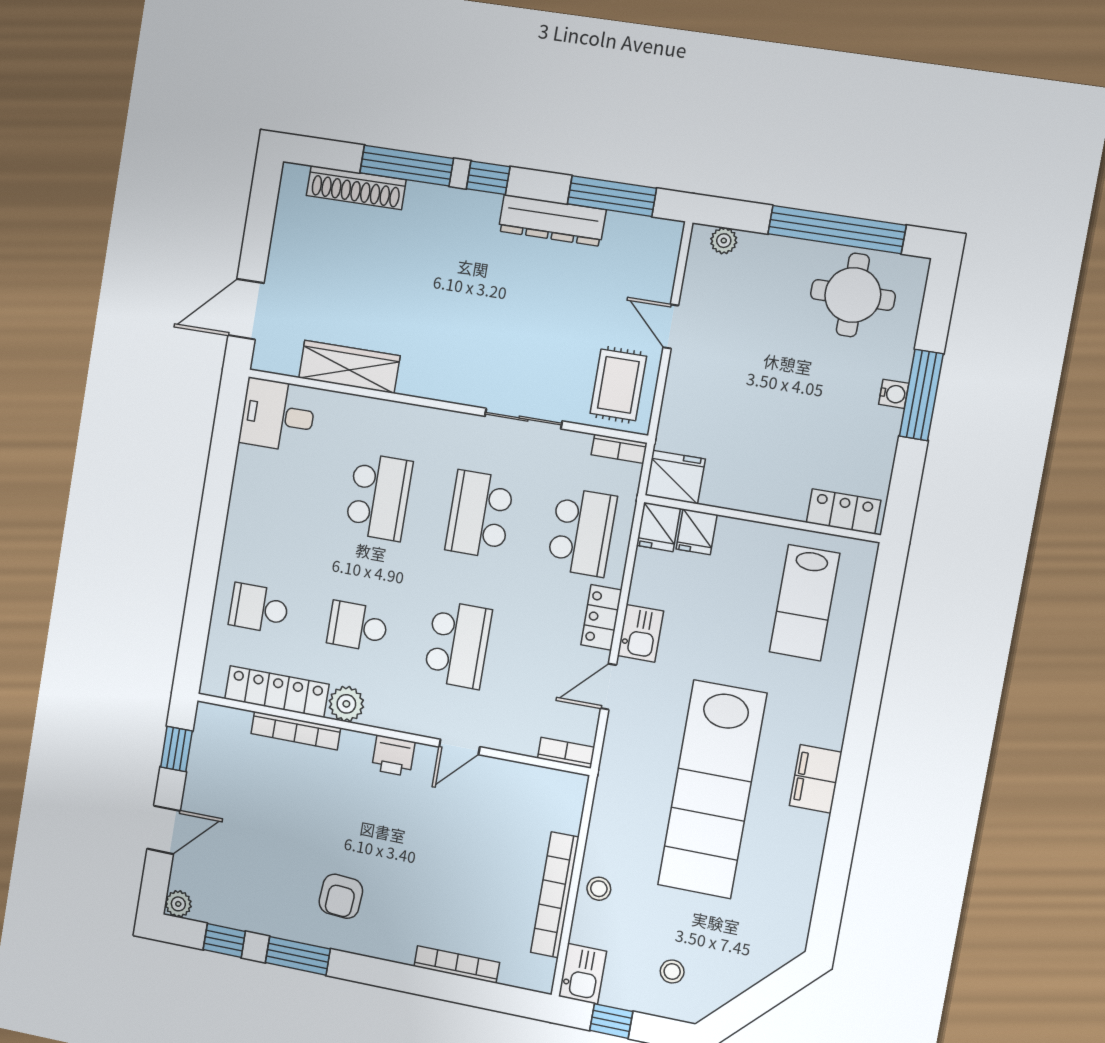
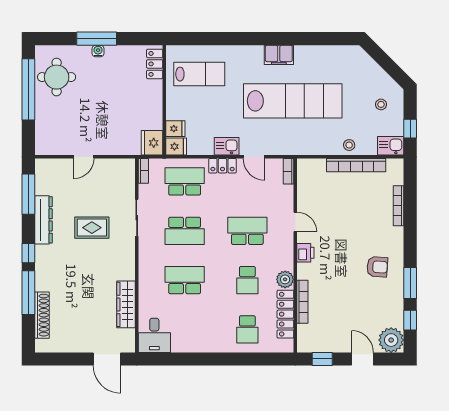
plant: (724, 241) -> (41, 139), removed
rug: (618, 385) -> (92, 228), moved
plant: (178, 904) -> (391, 340), width x1.87, depth x1.87

